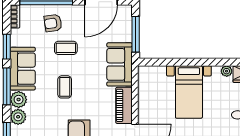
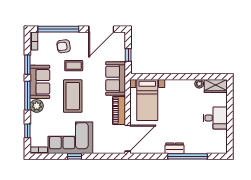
window: (136, 34) -> (128, 55), width x0.46
coffee table: (65, 87) -> (73, 96), width x1.86, depth x1.72
bed with nightstands: (189, 92) -> (147, 100), moved
plant: (18, 117) -> (36, 119), removed

